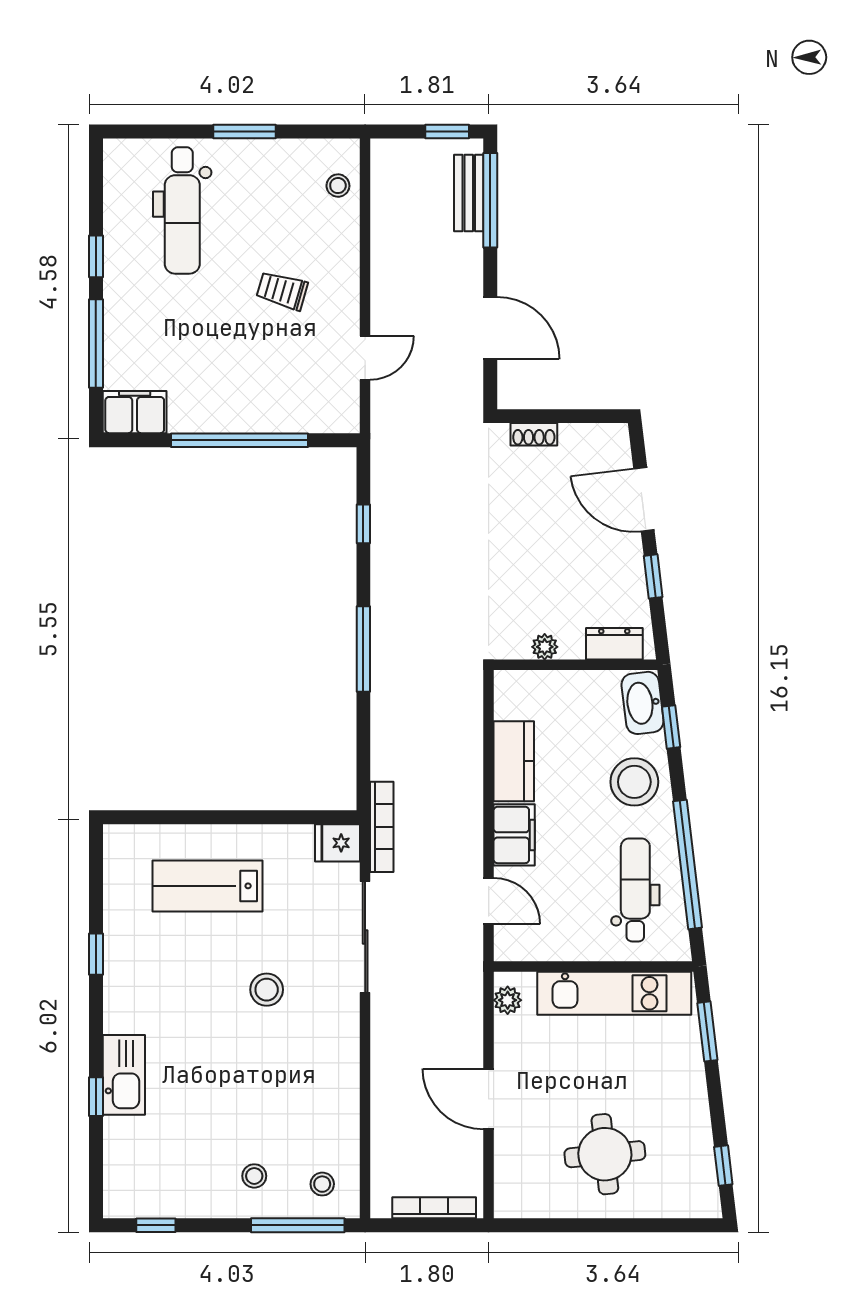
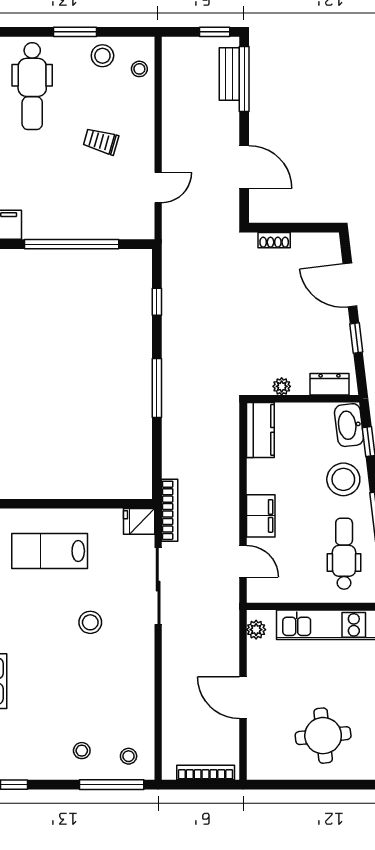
stool: (284, 166) -> (102, 56), added
kitchen counter: (514, 761) -> (260, 430), moved

